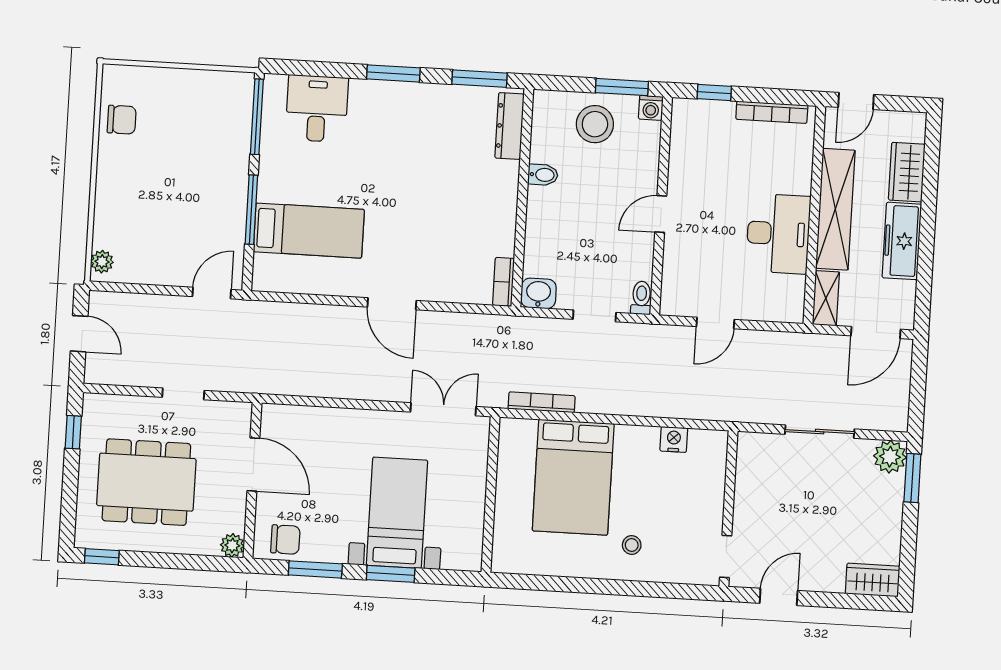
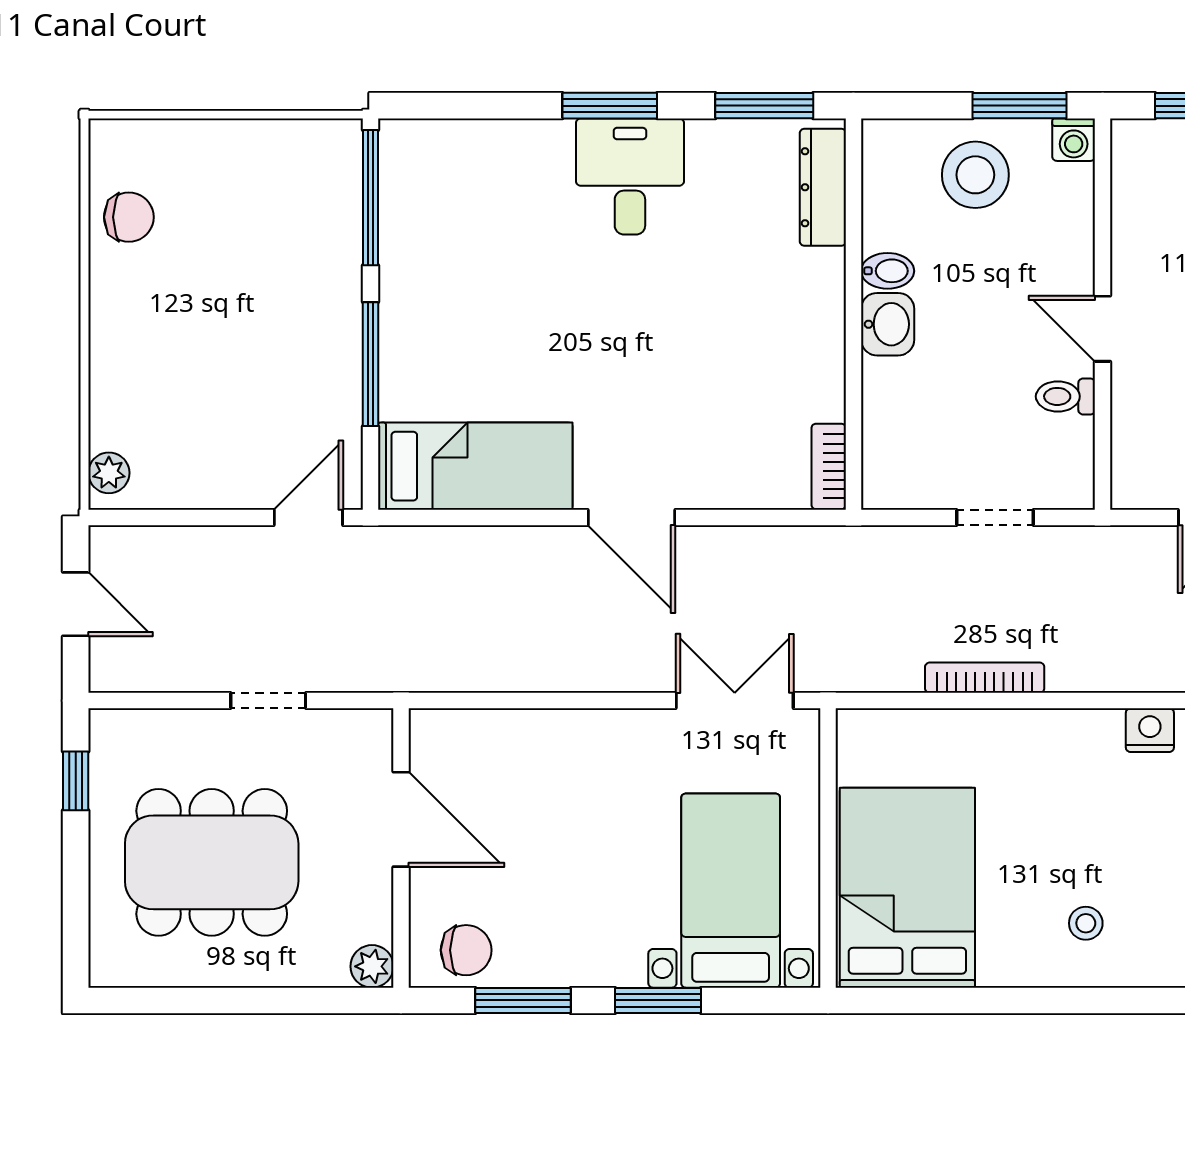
desk: (317, 109) -> (630, 177), moved
door: (661, 214) -> (1103, 329), hinge flipped
bed: (309, 231) -> (475, 466), moved
washbasin: (538, 293) -> (888, 324), moved, turned 90
toilet: (641, 298) -> (1065, 396), moved, turned -90
bookcase: (542, 402) -> (985, 678), moved
bed: (573, 477) -> (907, 888), moved, turned 180
bed with nightstands: (397, 513) -> (731, 891), moved
window: (102, 557) -> (140, 1000), removed

